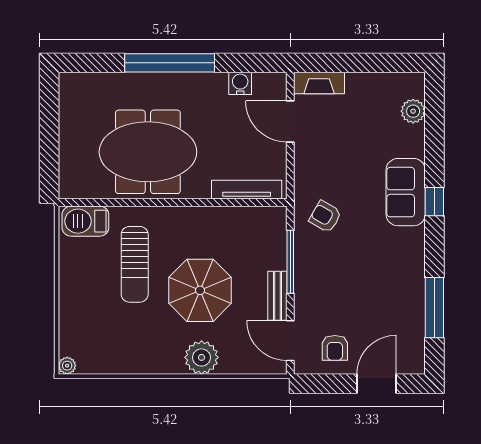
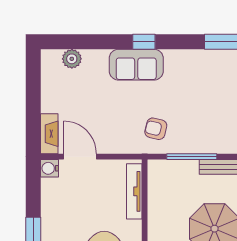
water cooler: (240, 83) -> (50, 168), moved
door: (290, 122) -> (80, 157), swing flipped
armchair: (325, 217) -> (156, 129), turned 74

